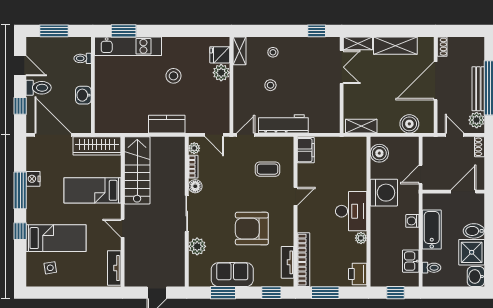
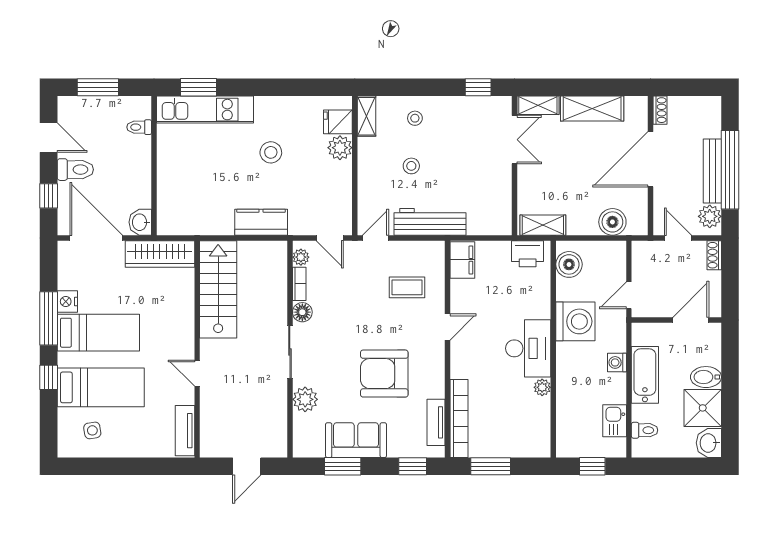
washbasin: (83, 95) -> (140, 222), moved
bed: (92, 190) -> (98, 333), moved, turned 180
printer: (358, 274) -> (528, 254), moved, turned -90

